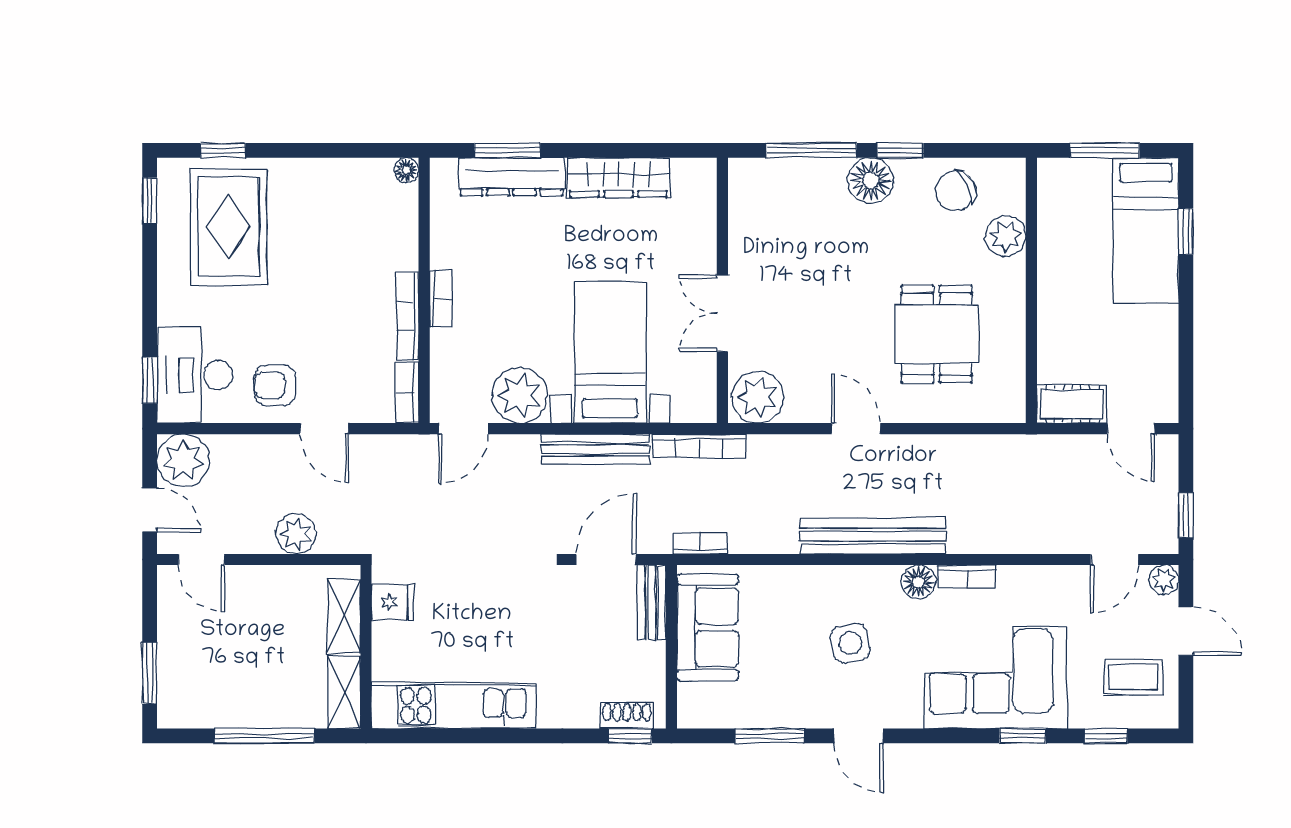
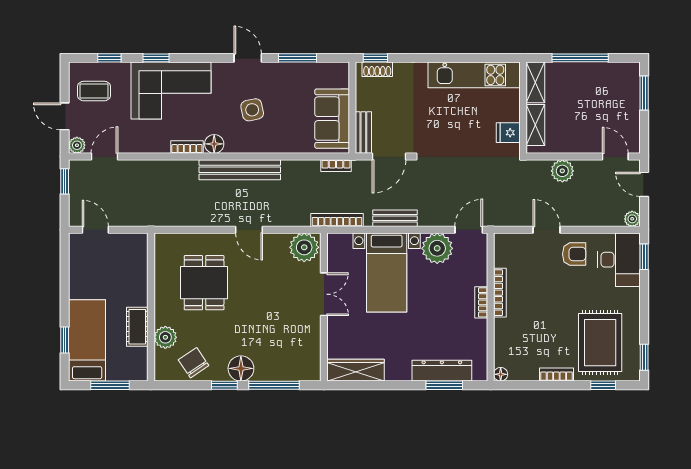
wardrobe: (619, 177) -> (356, 370), moved
chair: (955, 191) -> (194, 363), turned -97
bookcase: (407, 393) -> (556, 374), moved, turned -90
cot: (1072, 404) -> (137, 327), moved, turned 90
bench: (595, 449) -> (395, 218), width x0.73
plant: (183, 460) -> (632, 219), width x0.53, depth x0.53

